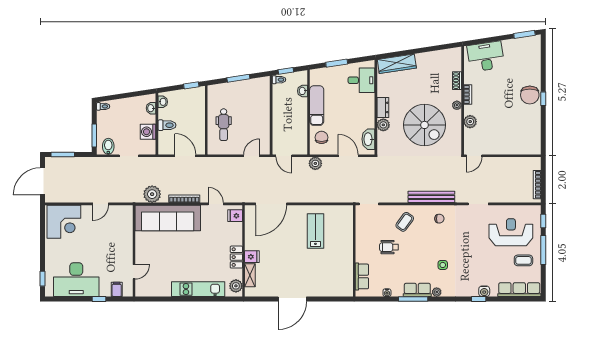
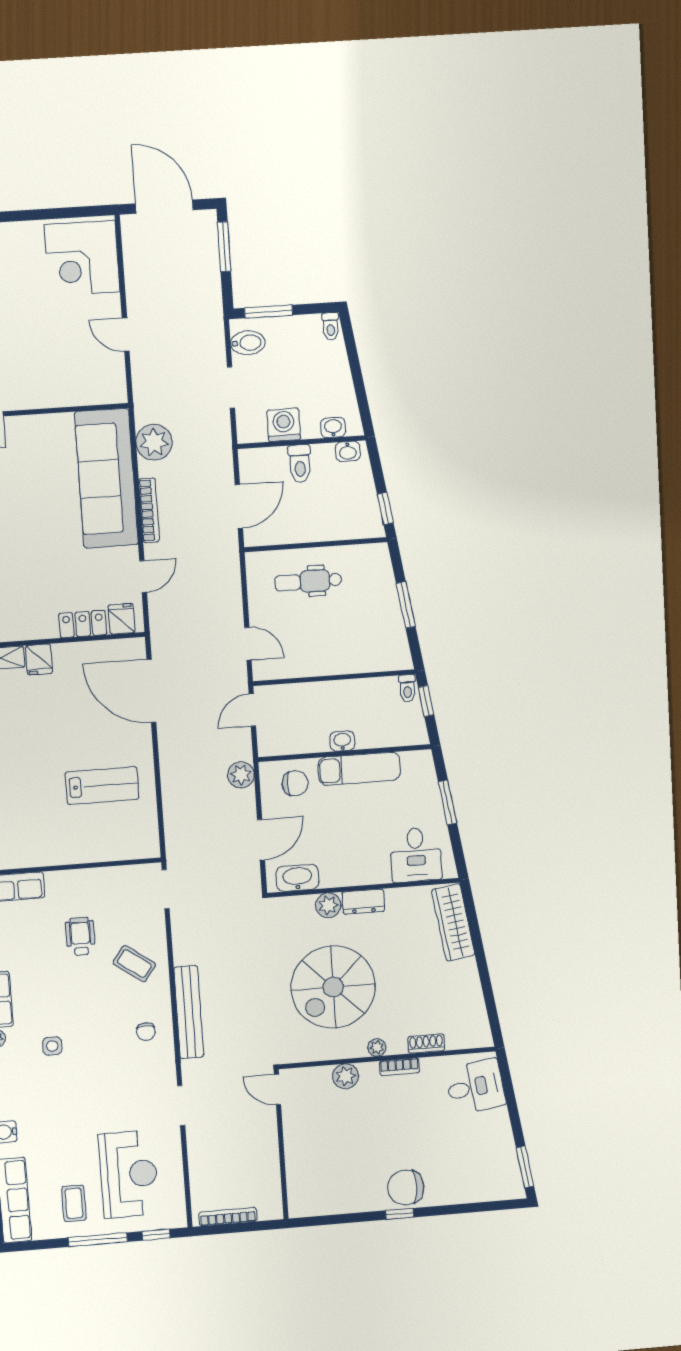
desk: (486, 57) -> (475, 1087), width x0.73
washbasin: (303, 91) -> (342, 741), moved
locker: (236, 257) -> (83, 624), moved

